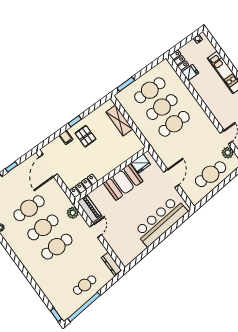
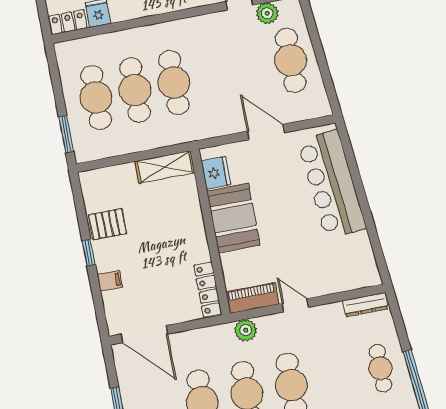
shelving: (119, 120) -> (165, 167), moved
pallet: (86, 136) -> (107, 224), moved

